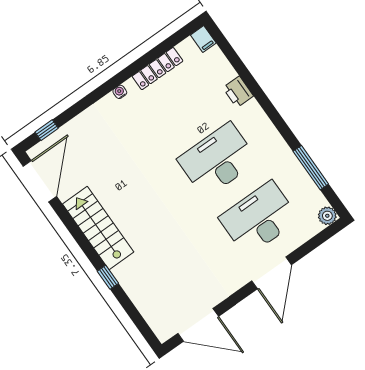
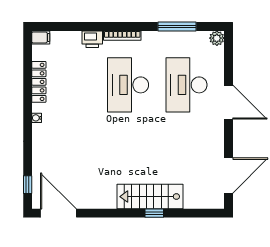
bookcase: (263, 119) -> (122, 36), added
stairs: (98, 228) -> (150, 197), moved

